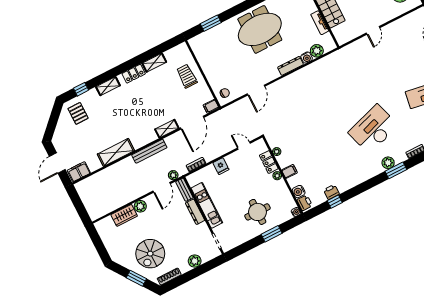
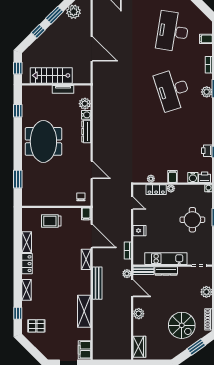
door: (373, 30) -> (92, 49), width x1.88
door: (244, 146) -> (132, 203), swing flipped
wardrobe: (124, 215) -> (139, 347), moved

